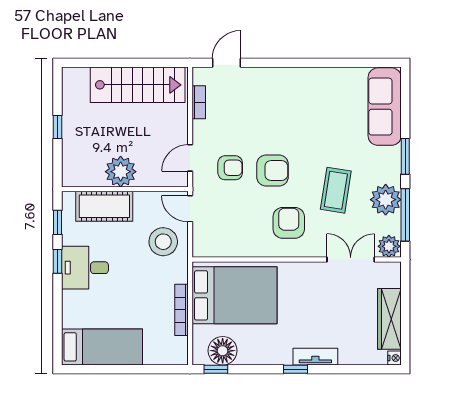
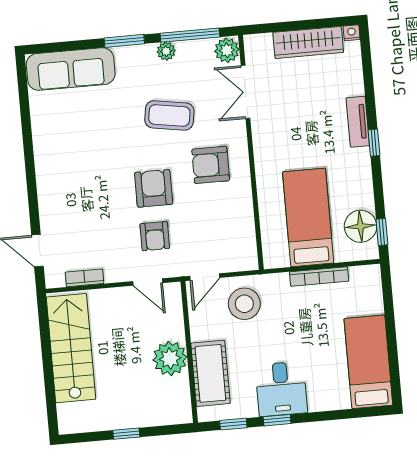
armchair: (230, 168) -> (155, 236), turned 180
plant: (386, 200) -> (166, 51), width x0.53, depth x0.53
bed: (235, 295) -> (308, 217), width x0.67

